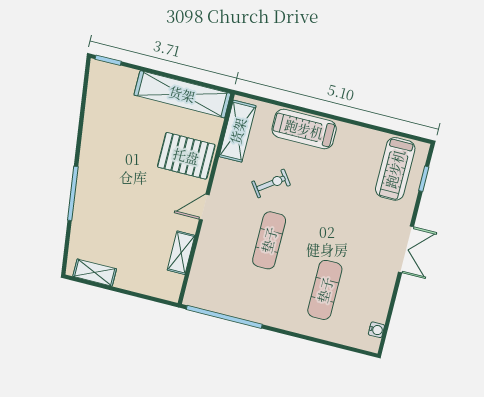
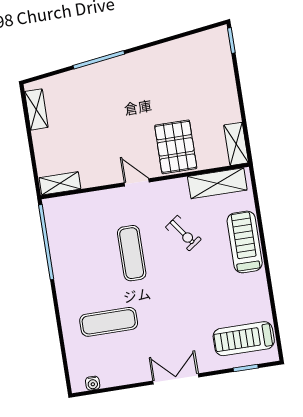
shelving: (182, 94) -> (236, 144), width x0.45, depth x0.75
exercise mat: (269, 240) -> (132, 253), turned 90
double door: (406, 249) -> (176, 379), swing flipped
shelving: (181, 253) -> (60, 183), moved

